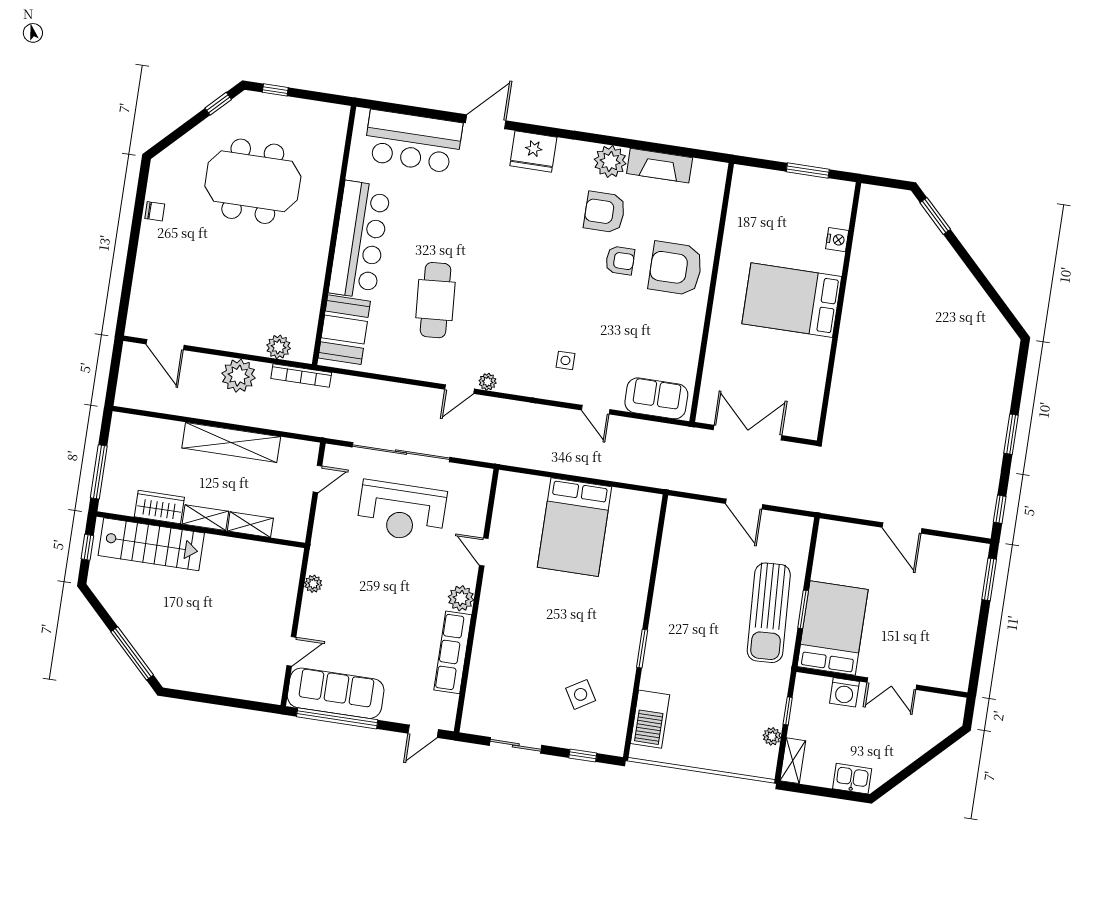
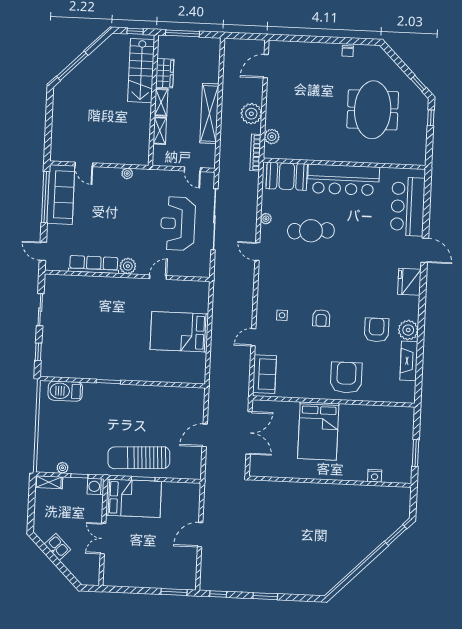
armchair: (620, 260) -> (321, 318), moved
bed: (792, 300) -> (318, 431), moved, turned 180
plant: (488, 382) -> (266, 219), moved
washing machine: (844, 692) -> (96, 486), moved
side table: (581, 694) -> (76, 346), removed
kitchen sink: (852, 779) -> (57, 547), moved, turned -45

